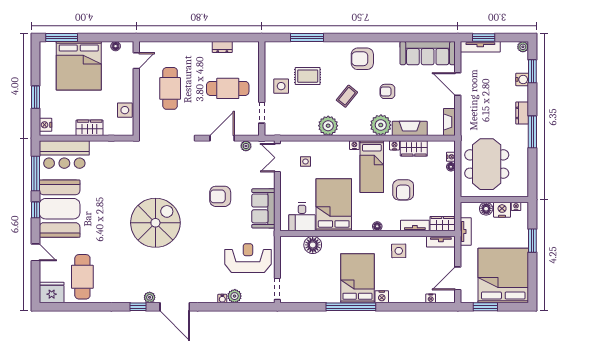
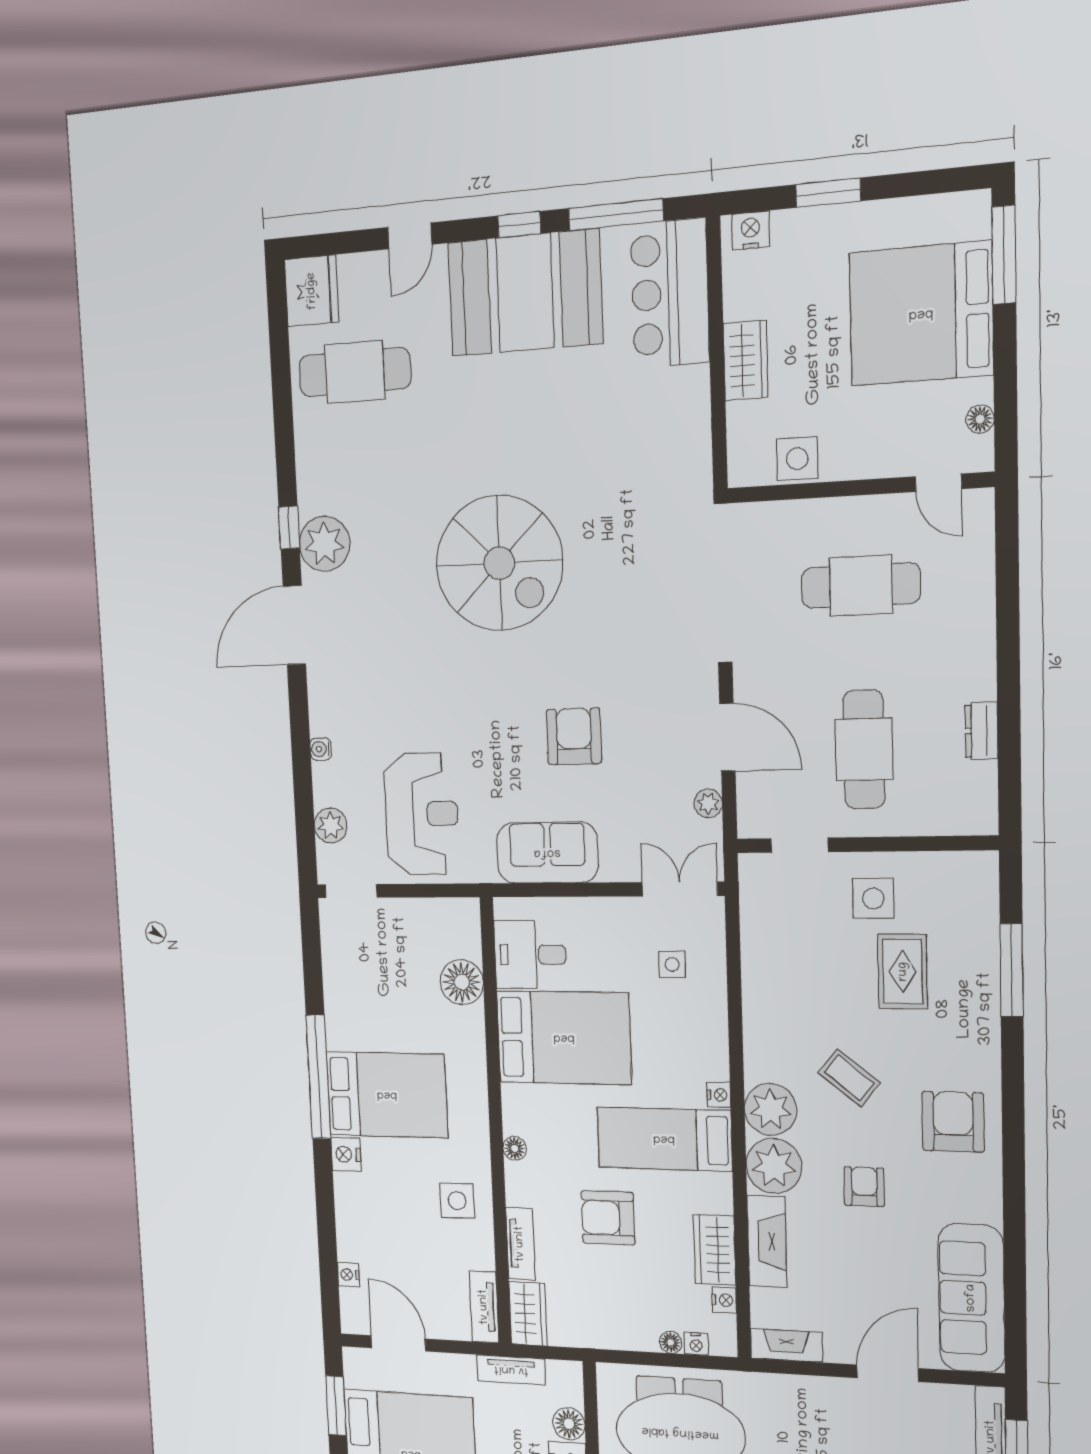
plant: (328, 126) -> (770, 1109), moved
nightstand: (395, 145) -> (724, 1300), moved
plant: (235, 296) -> (331, 826), moved
plant: (150, 297) -> (325, 544), width x1.87, depth x1.87

